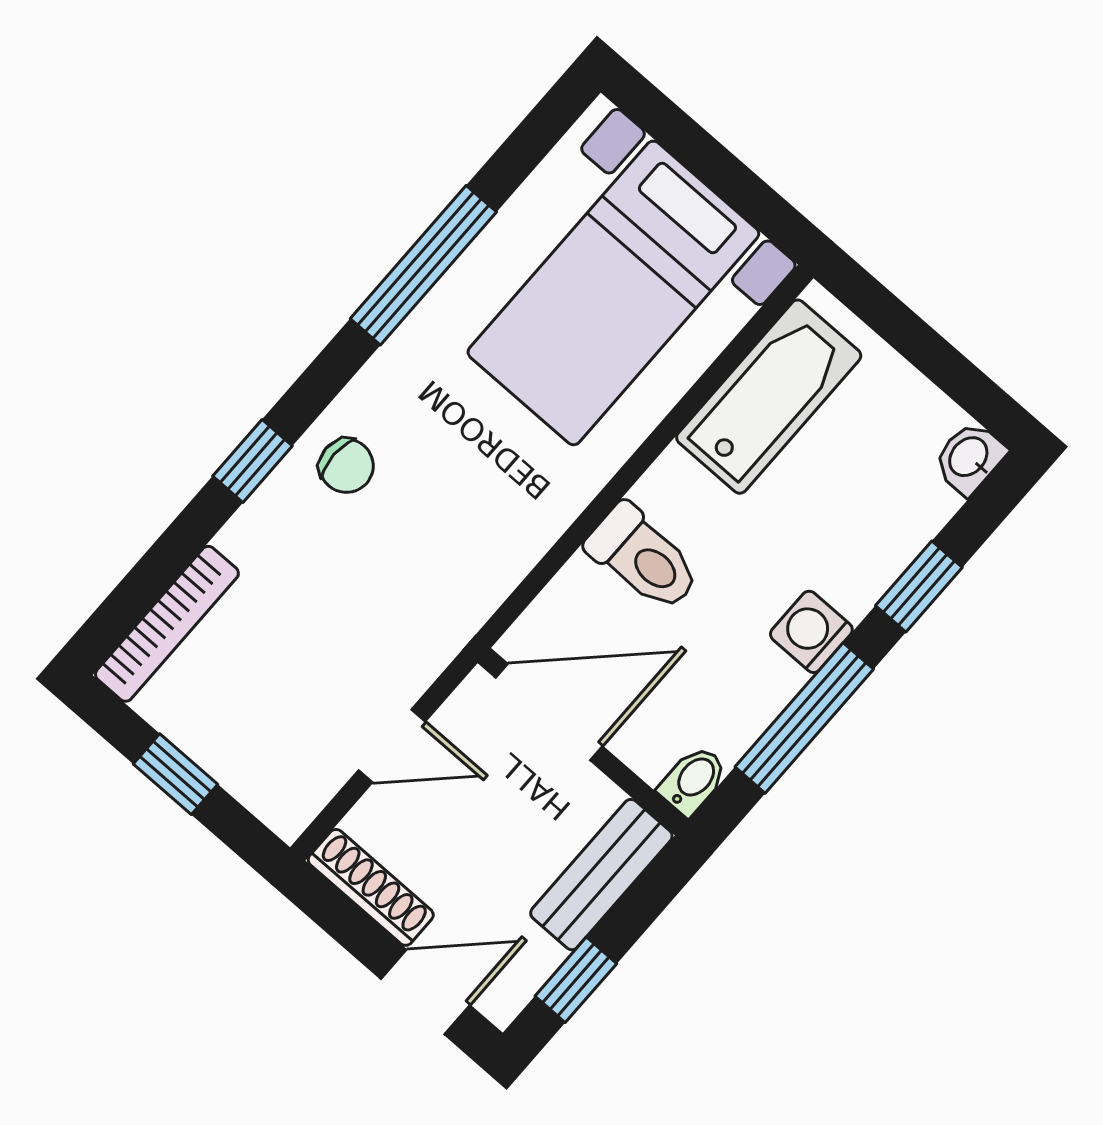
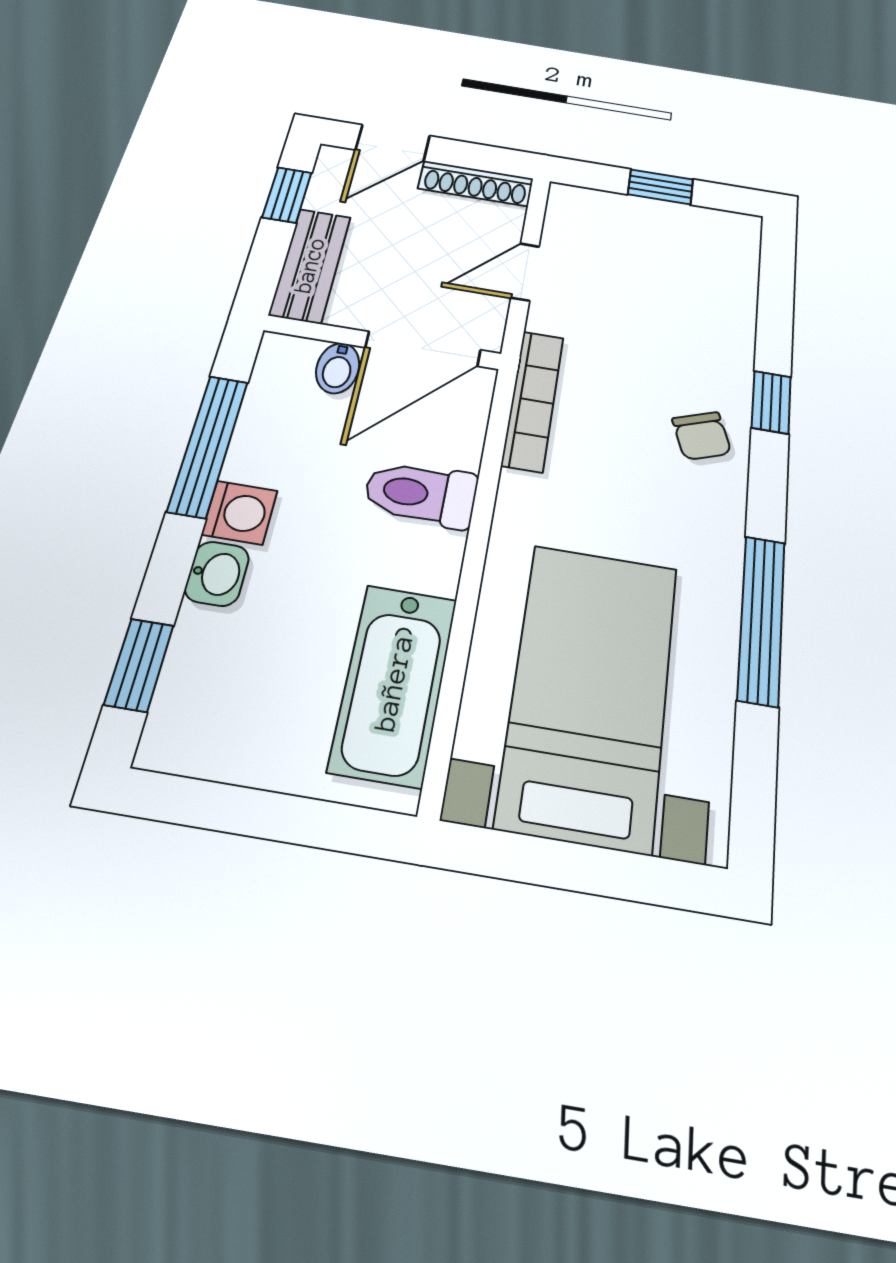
washbasin: (969, 458) -> (217, 574), moved
chair: (346, 466) -> (702, 436), turned -110
window: (919, 587) -> (139, 665), moved
bookcase: (167, 624) -> (533, 400), moved, turned 180
bidet: (693, 780) -> (338, 368), moved

